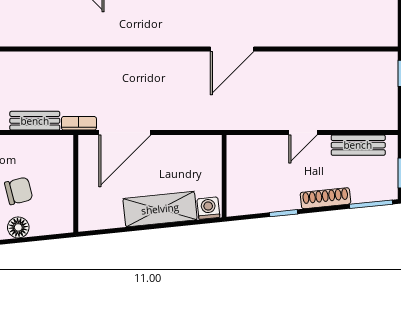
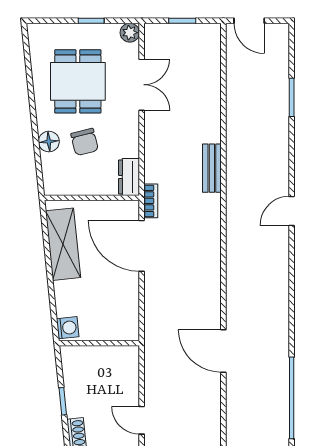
bench: (35, 121) -> (212, 168), moved
dresser: (54, 146) -> (129, 177), added
shelving: (160, 209) -> (63, 244), moved

